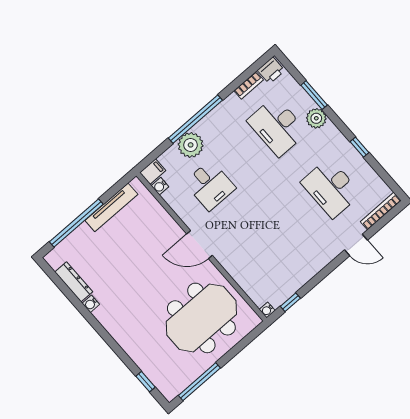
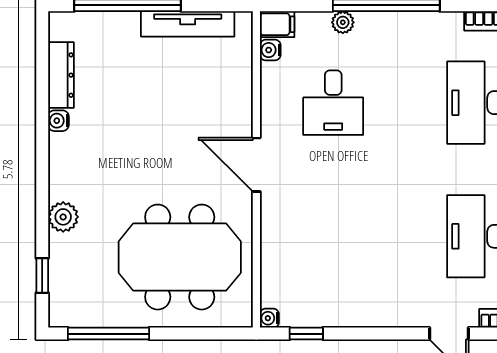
plant: (191, 145) -> (343, 22), width x0.53, depth x0.53
plant: (132, 346) -> (63, 217), added

